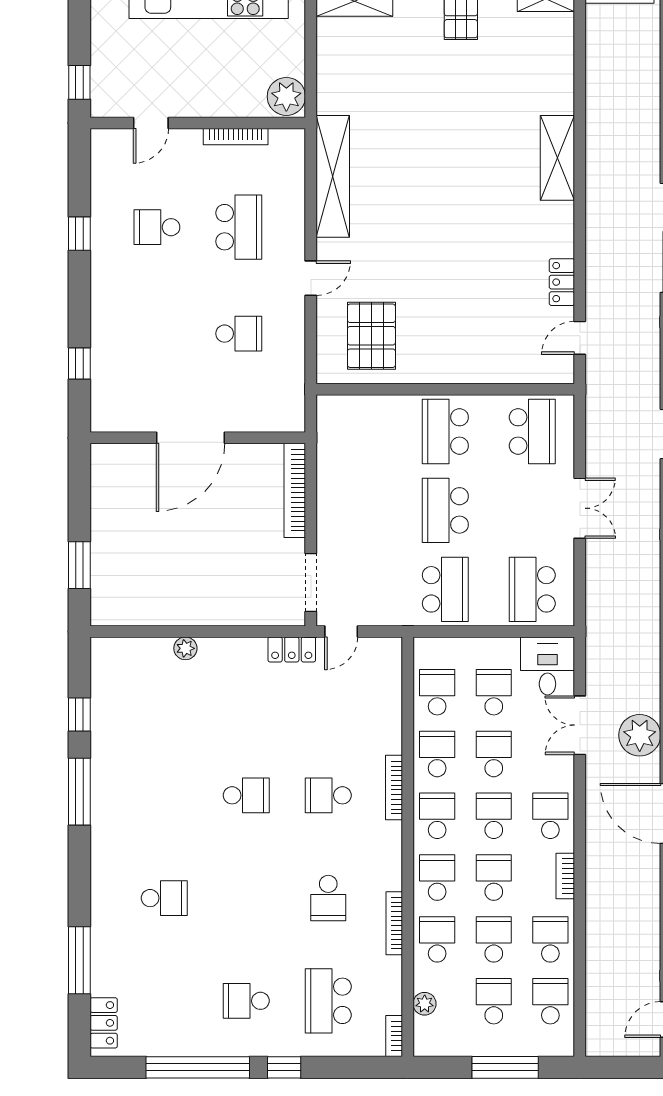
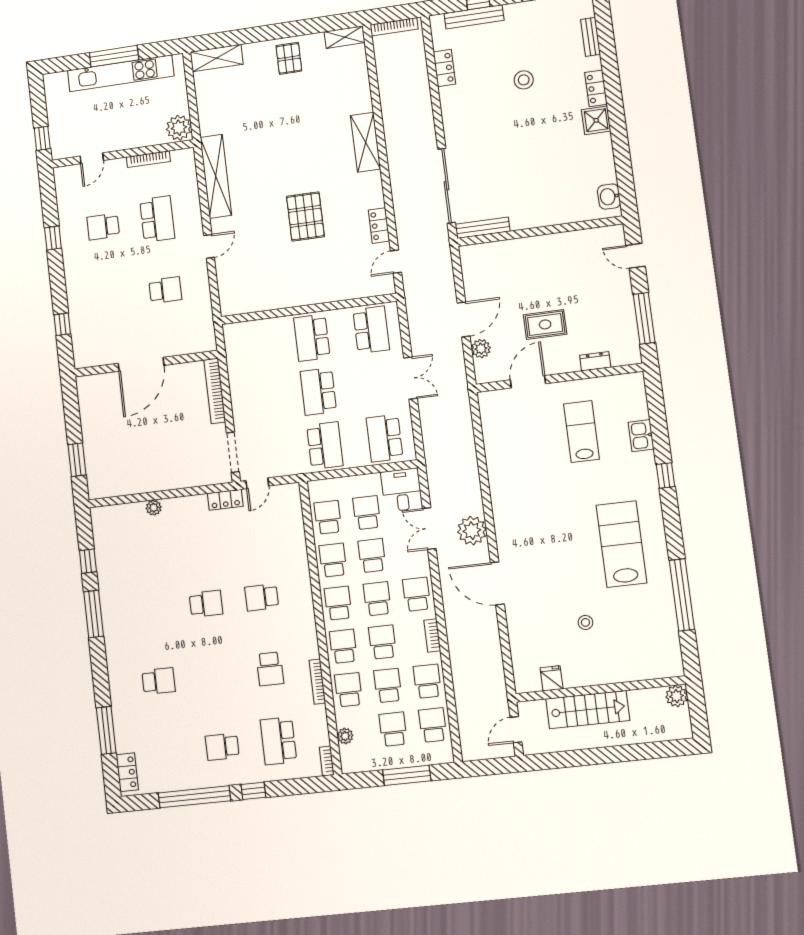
pallet: (371, 336) -> (305, 216), moved
bookcase: (394, 788) -> (306, 587), removed

